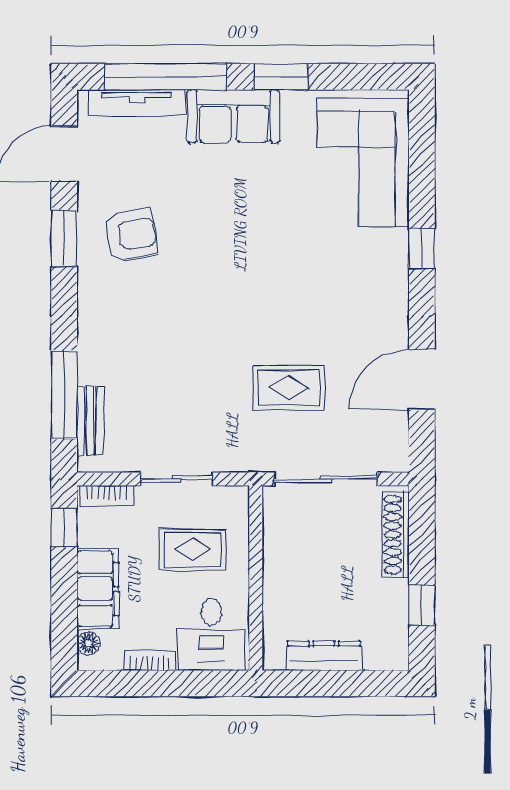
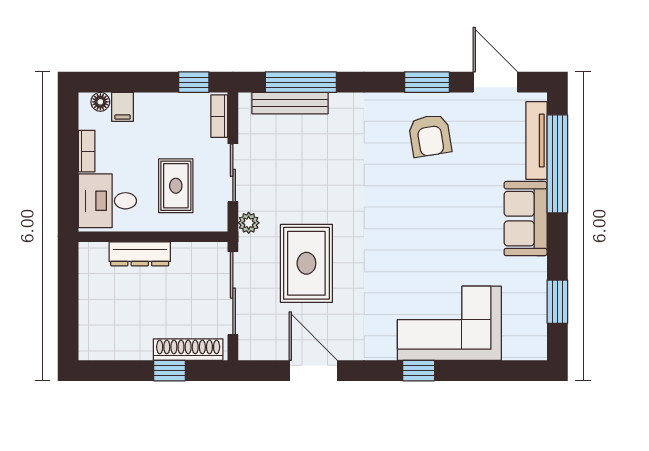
window: (281, 77) -> (557, 302), moved
corner sofa: (363, 162) -> (449, 323), moved
rug: (289, 388) -> (306, 263), width x1.36, depth x1.43
bench: (90, 421) -> (290, 103), width x1.36
plant: (239, 459) -> (249, 223), added
filing cabinet: (98, 589) -> (123, 107), width x0.33, depth x0.86
window: (422, 605) -> (169, 371), moved
dresser: (324, 656) -> (140, 254), moved, turned 90

